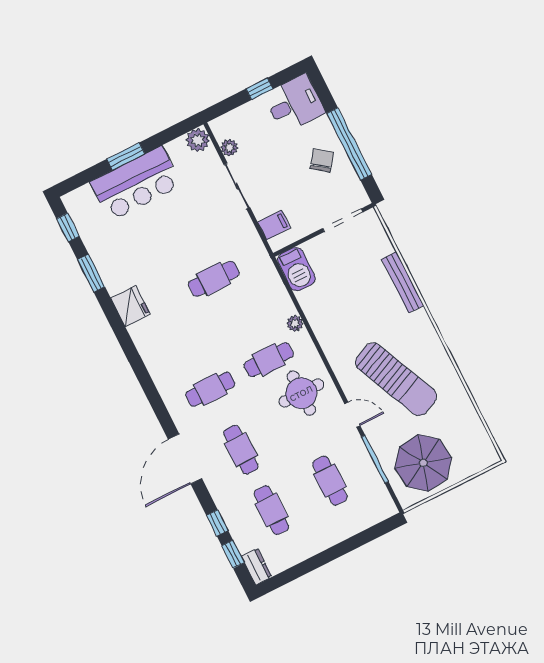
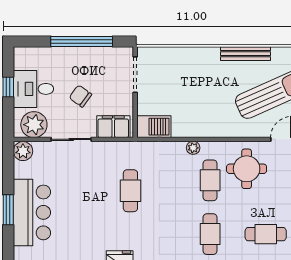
desk: (294, 104) -> (33, 89), moved, turned -90
plant: (229, 148) -> (34, 125), width x1.87, depth x1.87
chair: (322, 160) -> (80, 96), moved
filing cabinet: (274, 225) -> (113, 127), width x2.00
bench: (403, 282) -> (245, 54), moved

